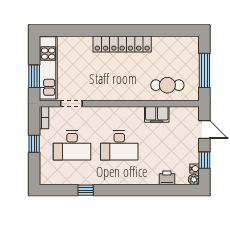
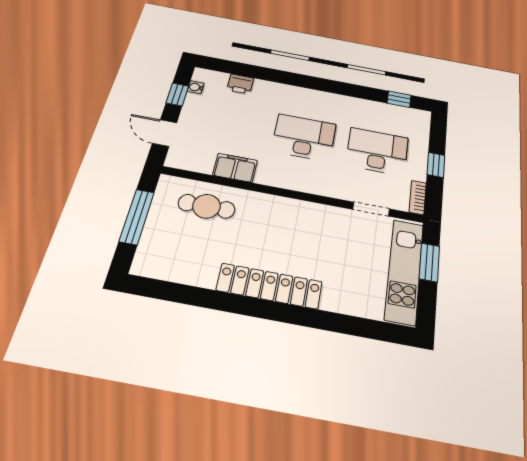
plant: (194, 179) -> (201, 75), removed
window: (86, 190) -> (399, 99), moved

